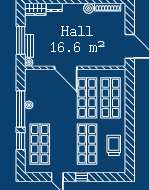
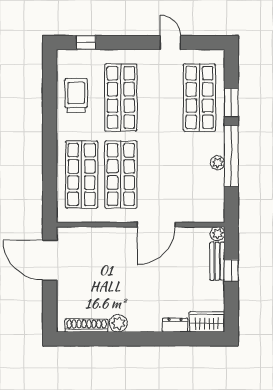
window: (21, 40) -> (231, 270), width x0.46
door: (66, 68) -> (156, 225), swing flipped
trolley: (114, 145) -> (76, 95), turned 180
window: (82, 177) -> (86, 43), moved

